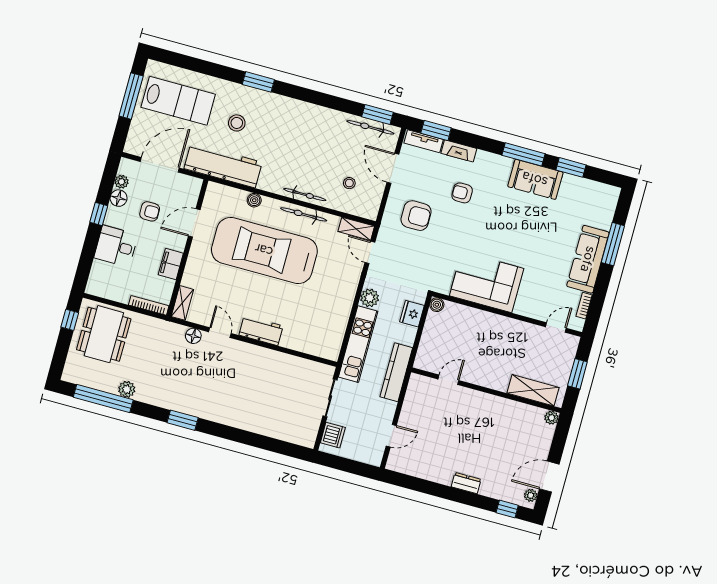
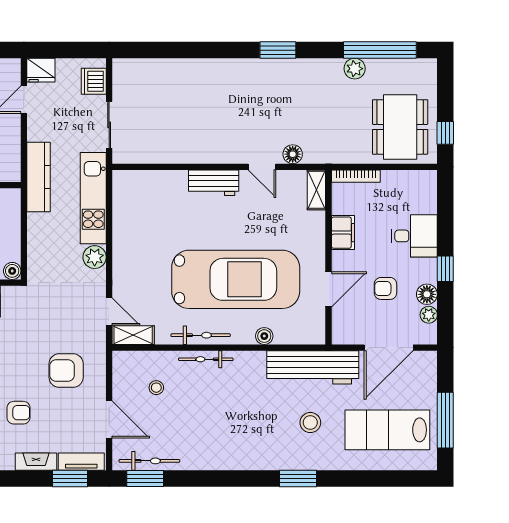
fridge: (412, 314) -> (41, 70), moved, turned 90

